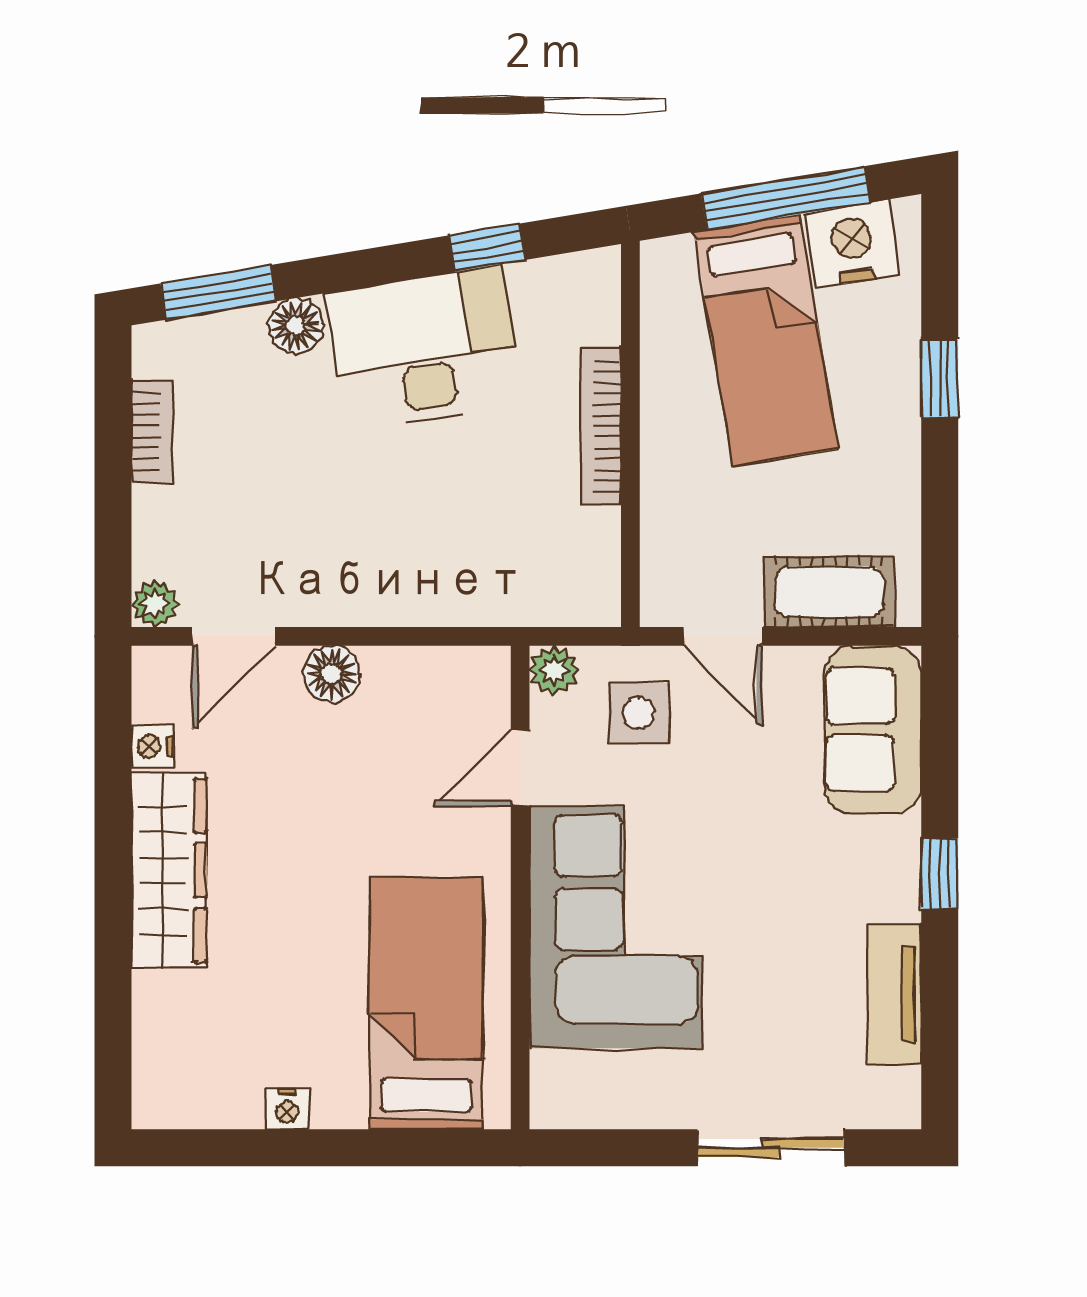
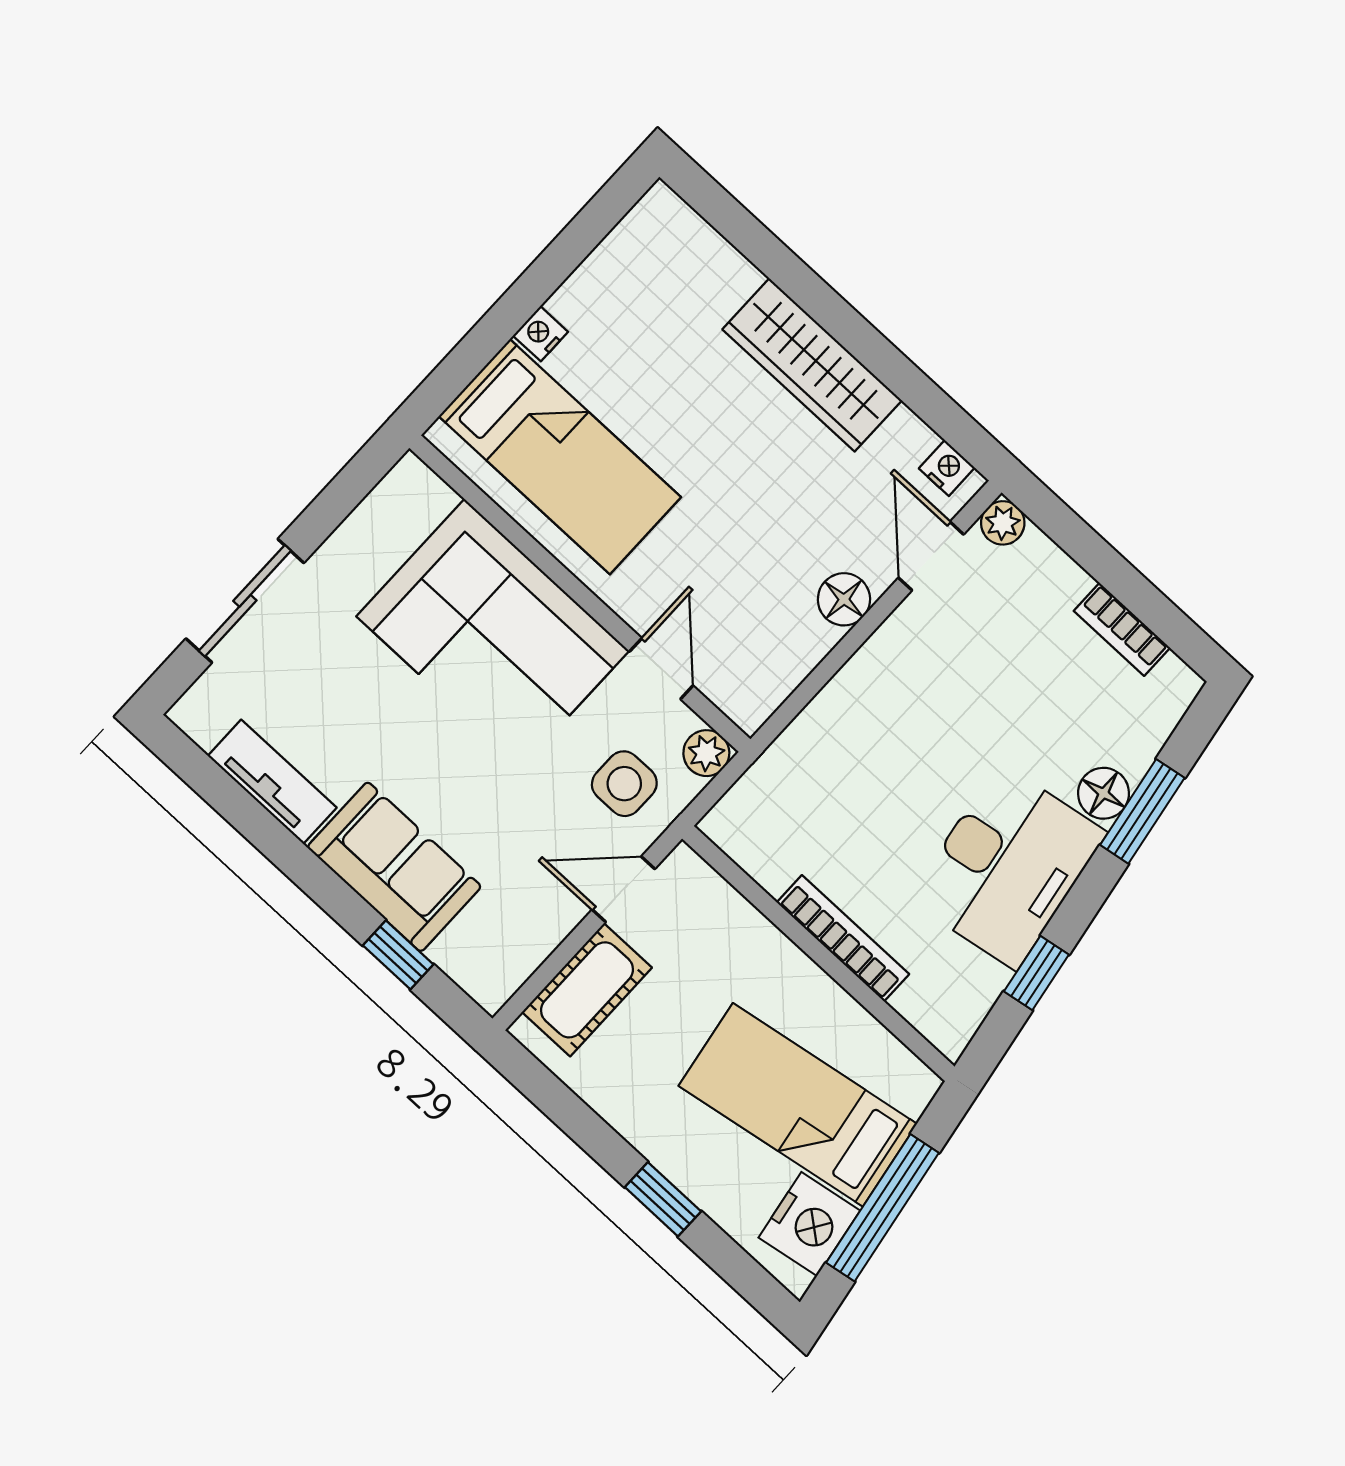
window: (218, 292) -> (1142, 811), moved
sofa: (873, 730) -> (394, 867), moved
nightstand: (152, 746) -> (947, 468), moved
window: (940, 874) -> (398, 955), moved
nightstand: (287, 1109) -> (540, 334), moved

